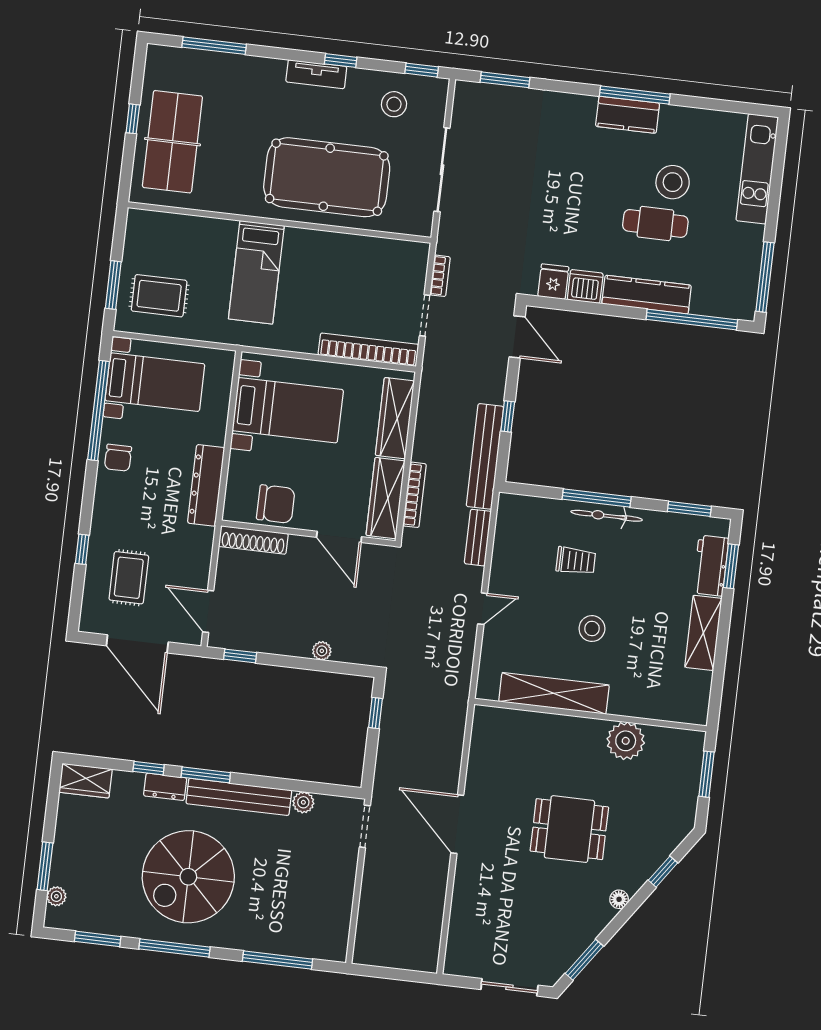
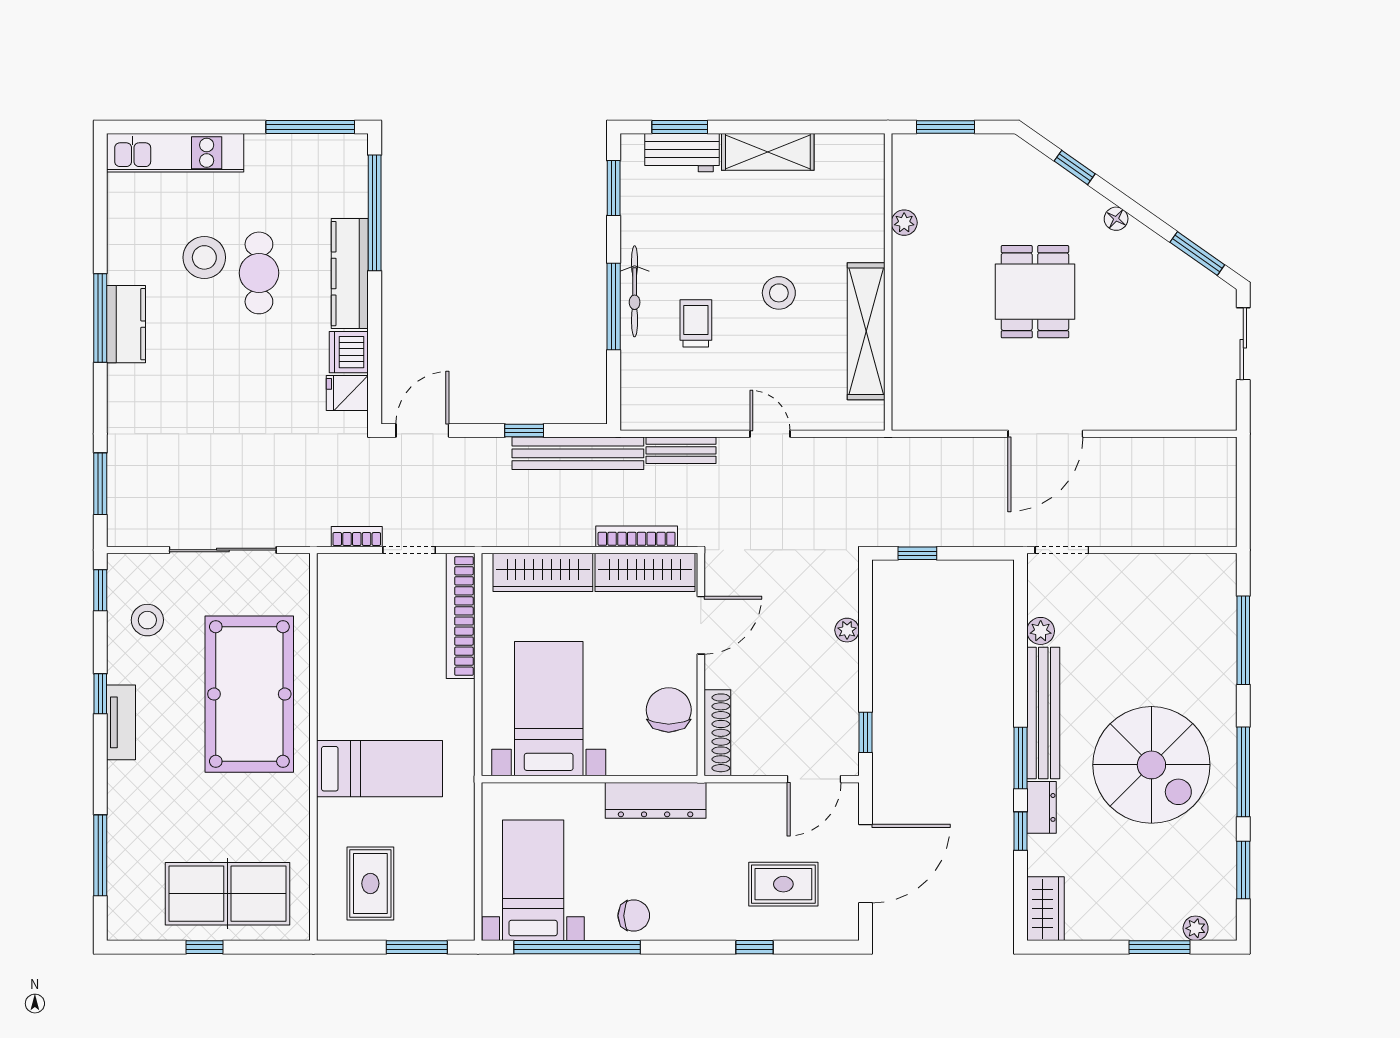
rug: (159, 296) -> (370, 883), moved
plant: (626, 741) -> (904, 223), width x0.53, depth x0.53

